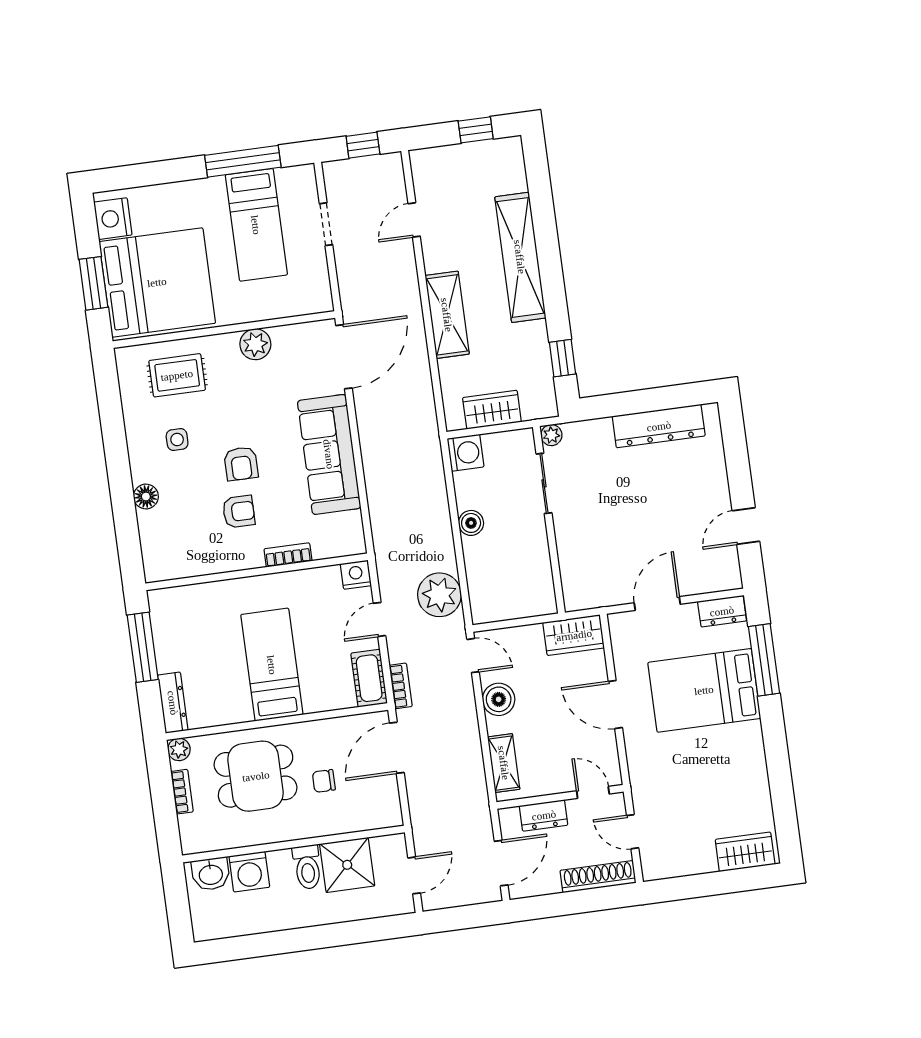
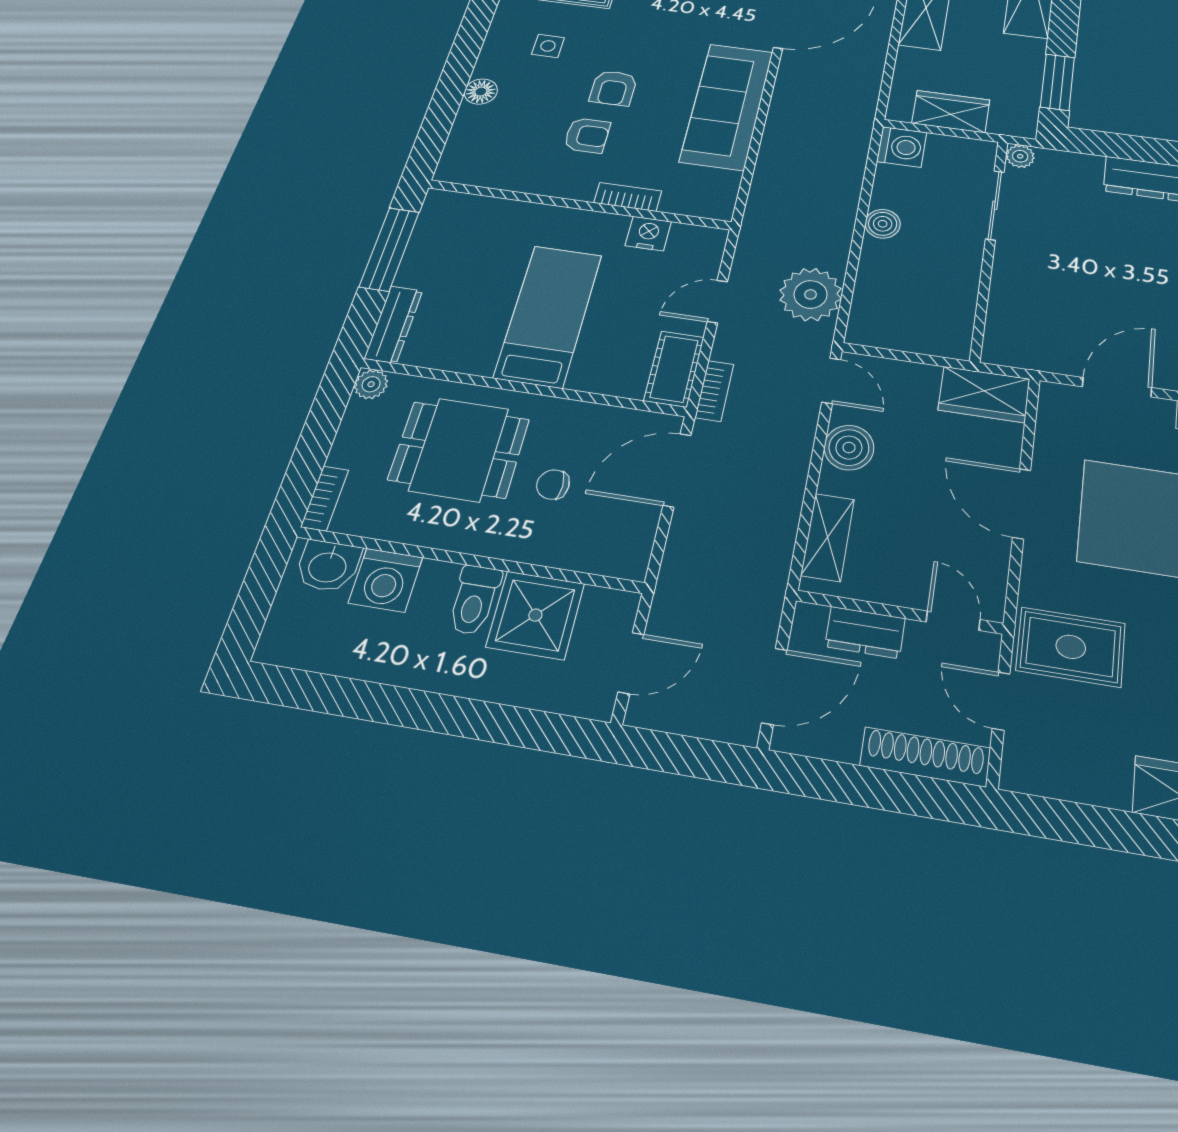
window: (562, 358) -> (1057, 82), width x1.50
nightstand: (356, 575) -> (648, 234), moved
rug: (665, 787) -> (1071, 647), added
bookcase: (182, 792) -> (325, 498), moved

